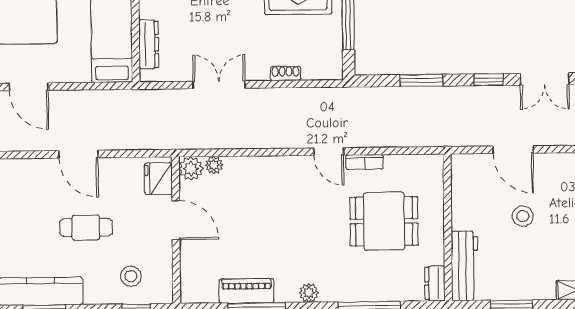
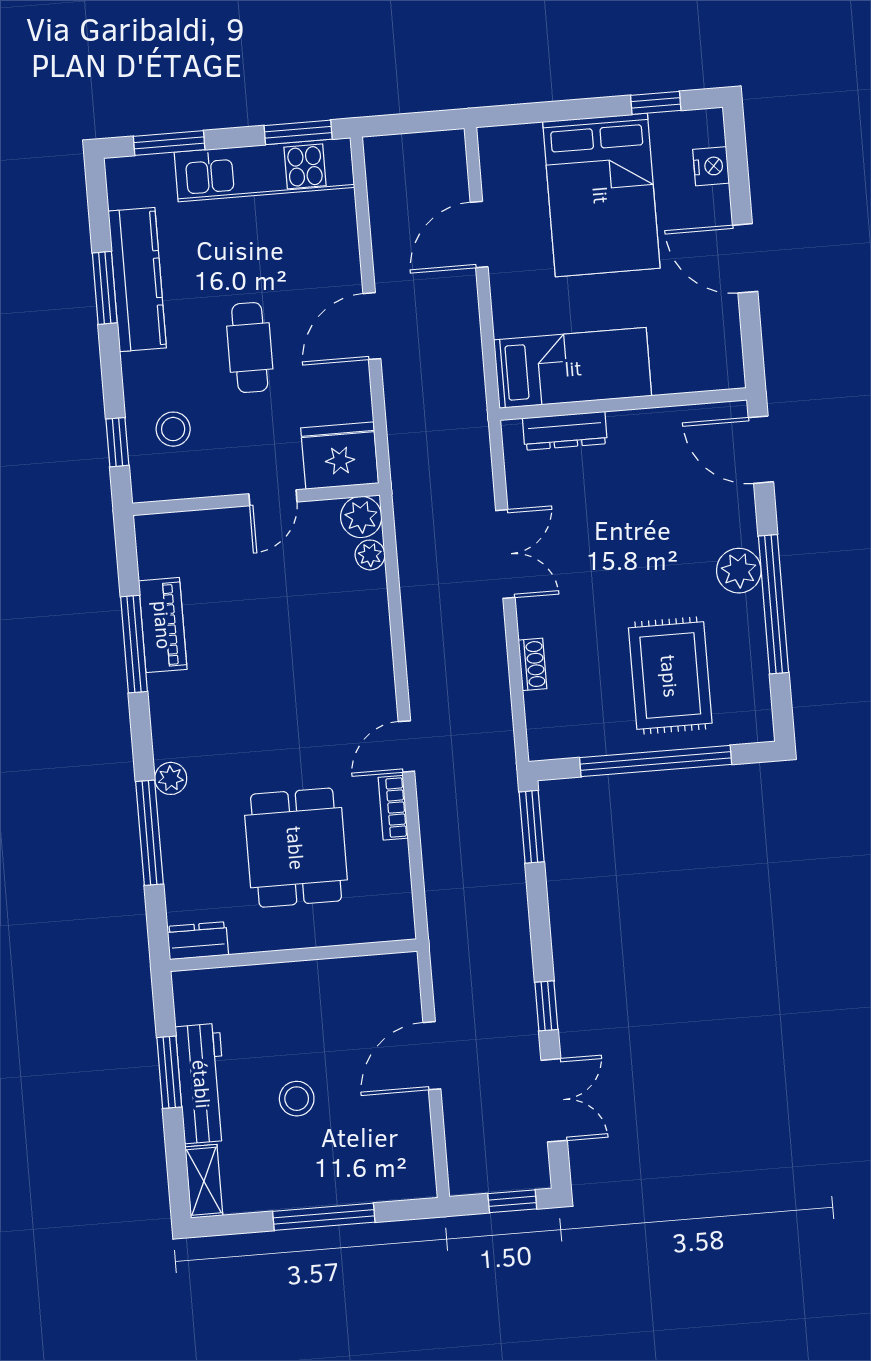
double door: (545, 79) -> (554, 1100), swing flipped
window: (421, 80) -> (532, 827), moved
fridge: (158, 179) -> (340, 456), width x1.36, depth x1.34
stool: (523, 216) -> (297, 1099), moved
door: (176, 220) -> (273, 498), width x0.73
workbench: (465, 266) -> (202, 1084), moved, turned -90
plant: (309, 293) -> (171, 778), moved

